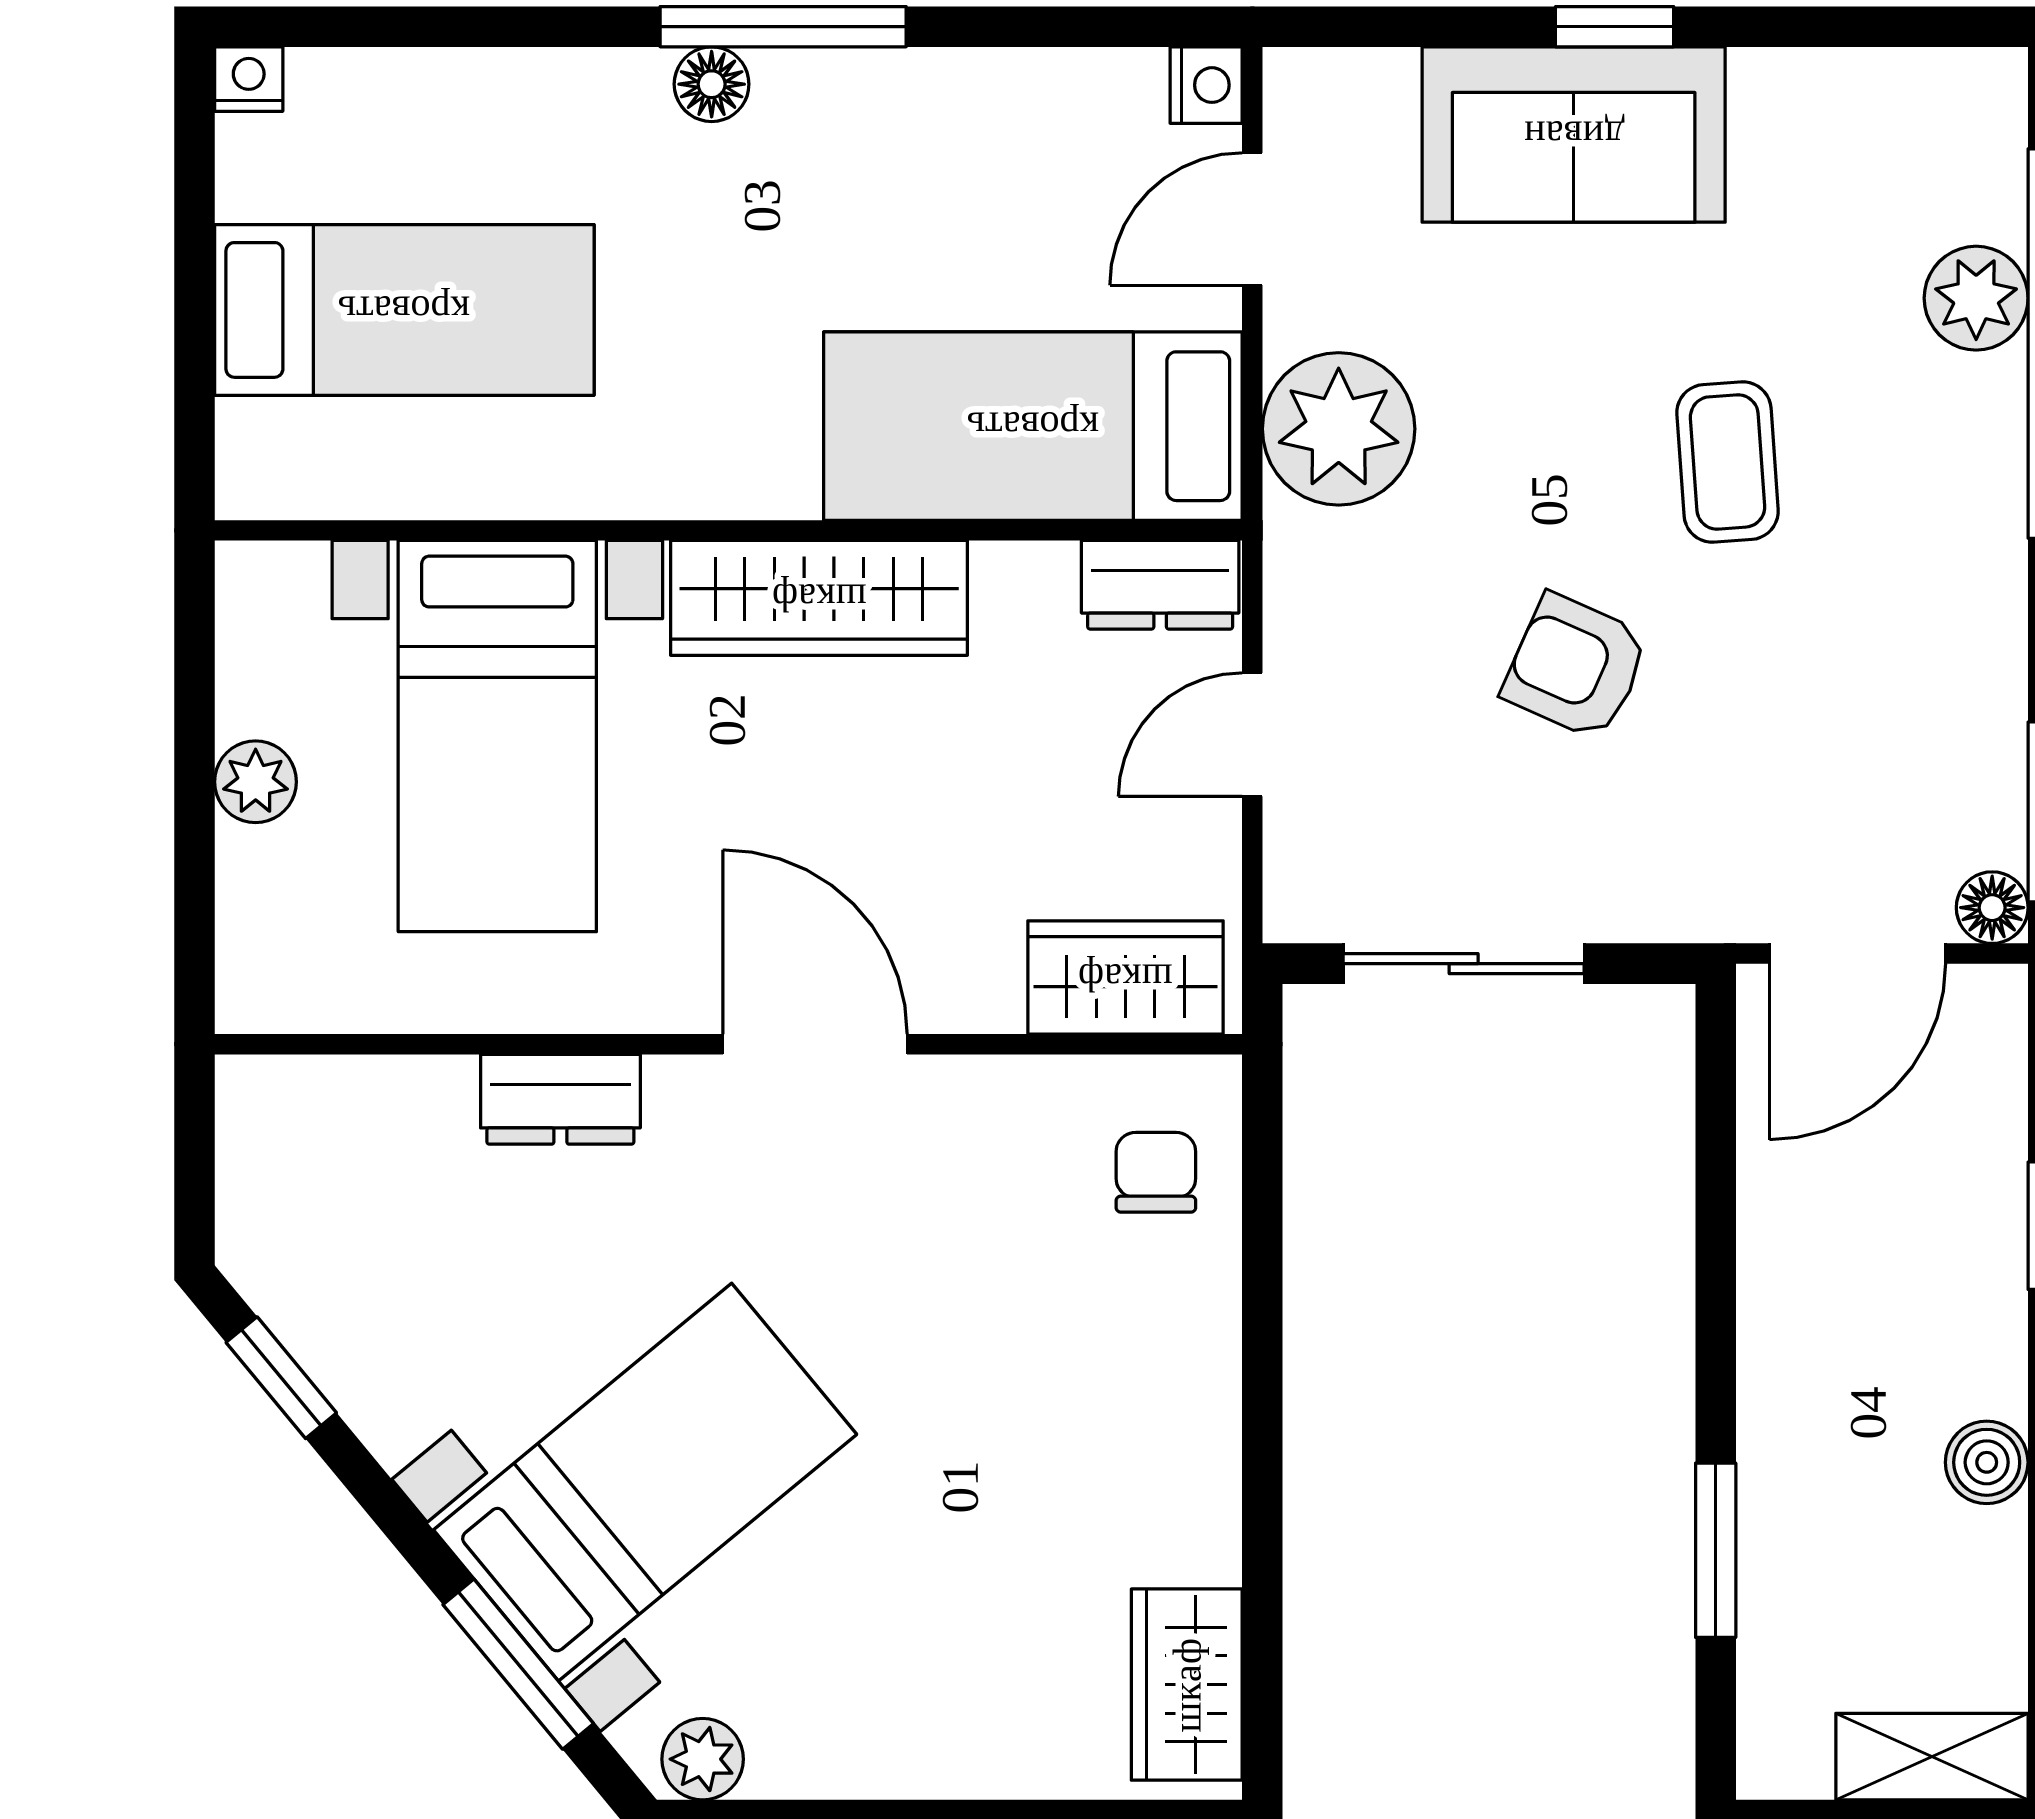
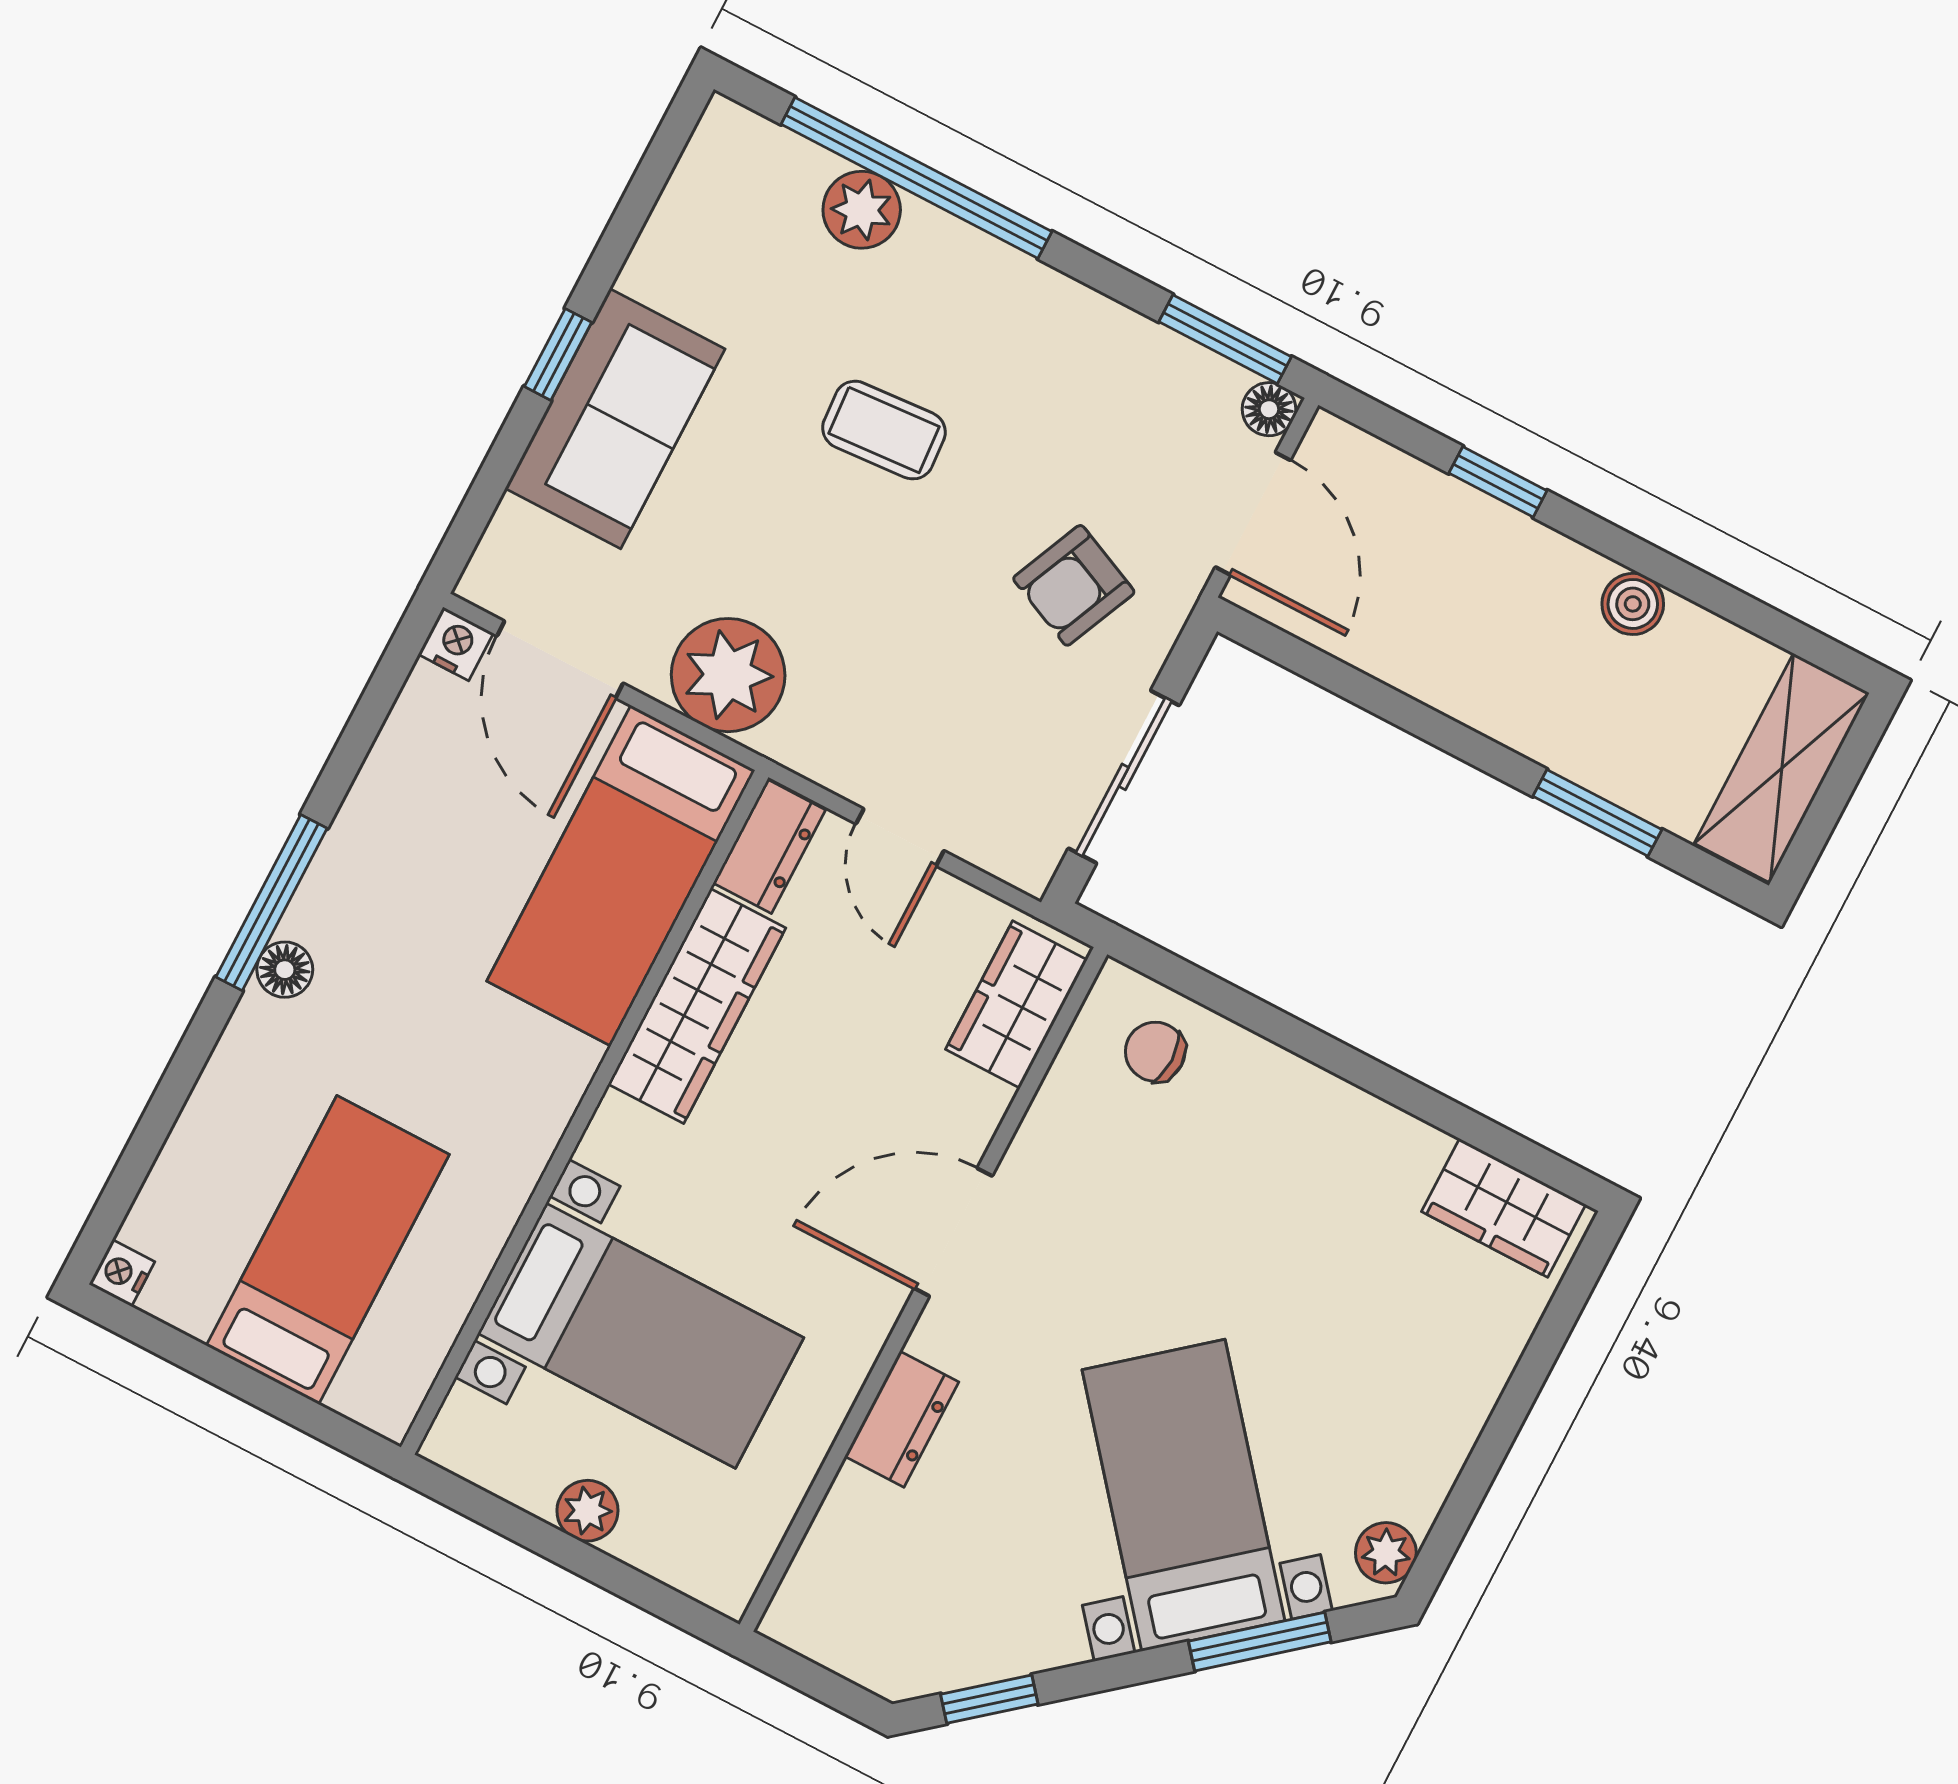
door: (1252, 219) -> (560, 660), width x1.38
wardrobe: (819, 598) -> (697, 1006), moved
armchair: (1576, 667) -> (1074, 585), moved
shelving: (1932, 1757) -> (1782, 768), width x1.50, depth x1.33

